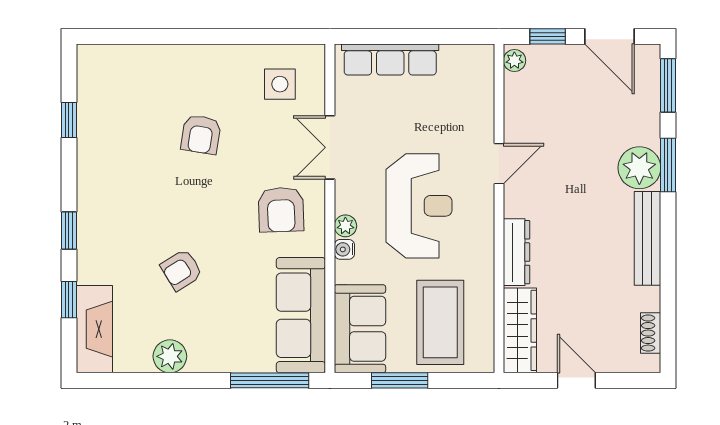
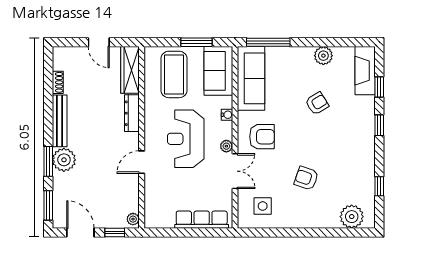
plant: (119, 65) -> (352, 217), added
armchair: (201, 134) -> (306, 178), turned -80
armchair: (281, 210) -> (262, 137), turned 92
plant: (345, 226) -> (226, 146), moved
shoe rack: (651, 333) -> (58, 82), moved

